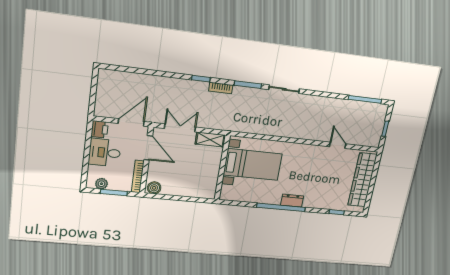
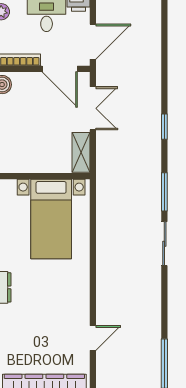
bookcase: (221, 88) -> (155, 155), removed
door: (131, 122) -> (93, 42), hinge flipped
door: (148, 148) -> (60, 69), hinge flipped

